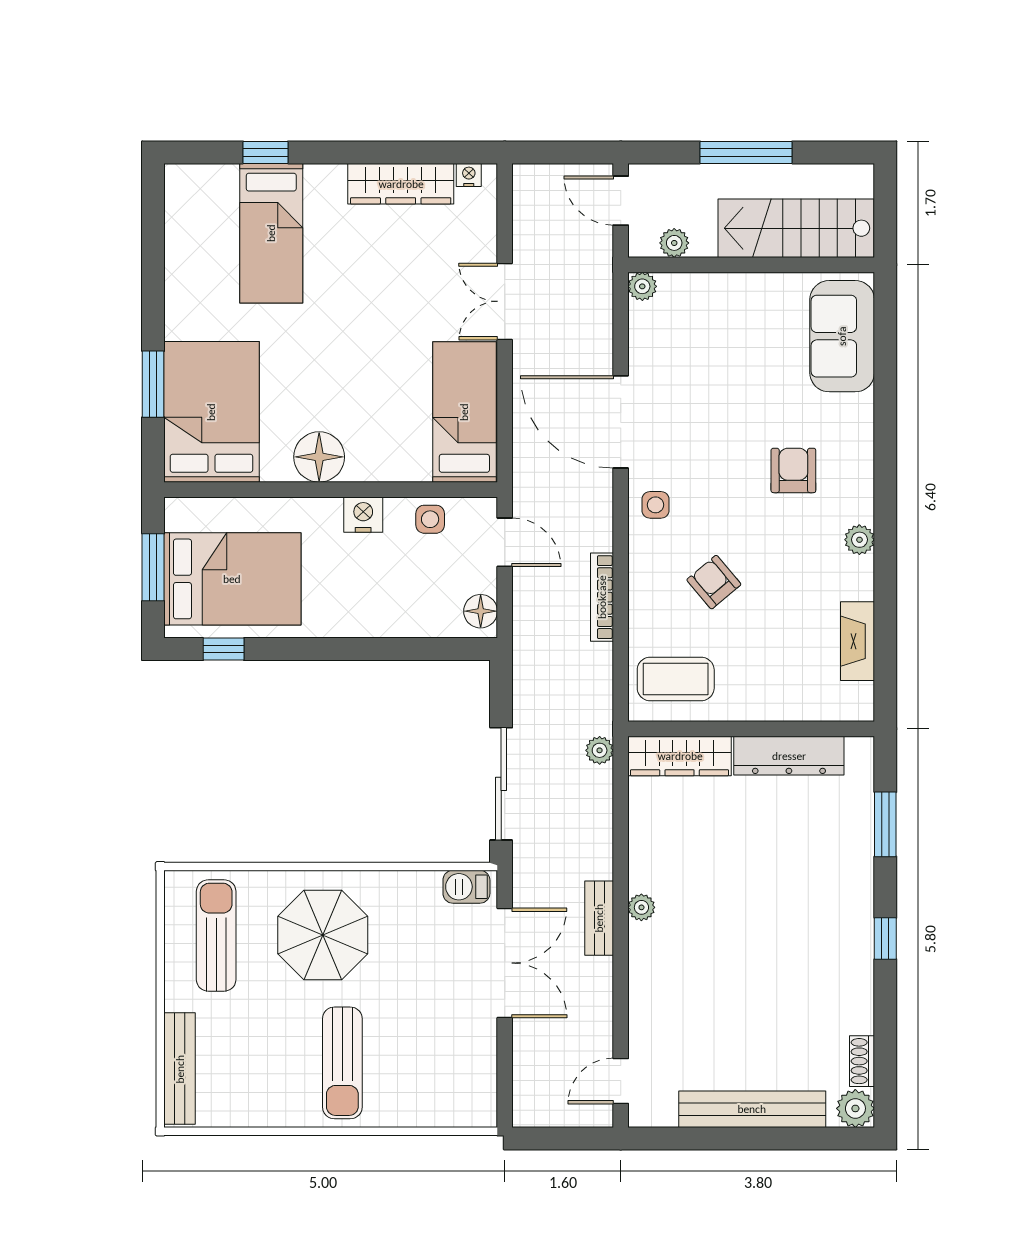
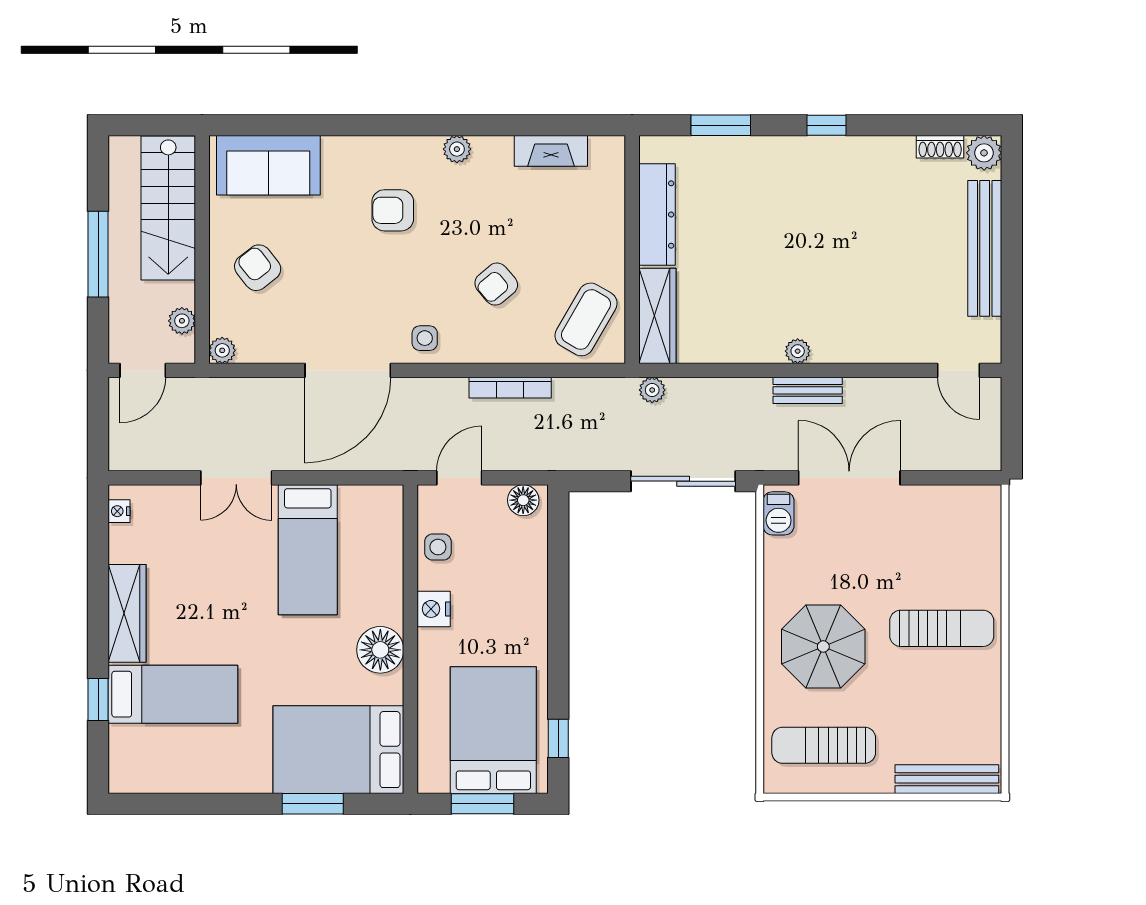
wardrobe: (401, 184) -> (127, 613), moved
armchair: (732, 325) -> (258, 268), added
bed: (464, 412) -> (308, 550), moved, turned -90
coffee table: (676, 679) -> (586, 319), turned 30

